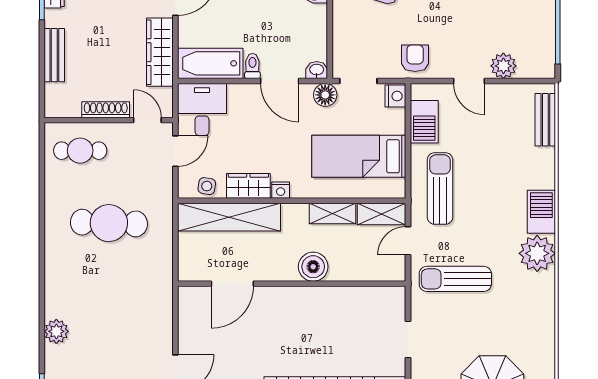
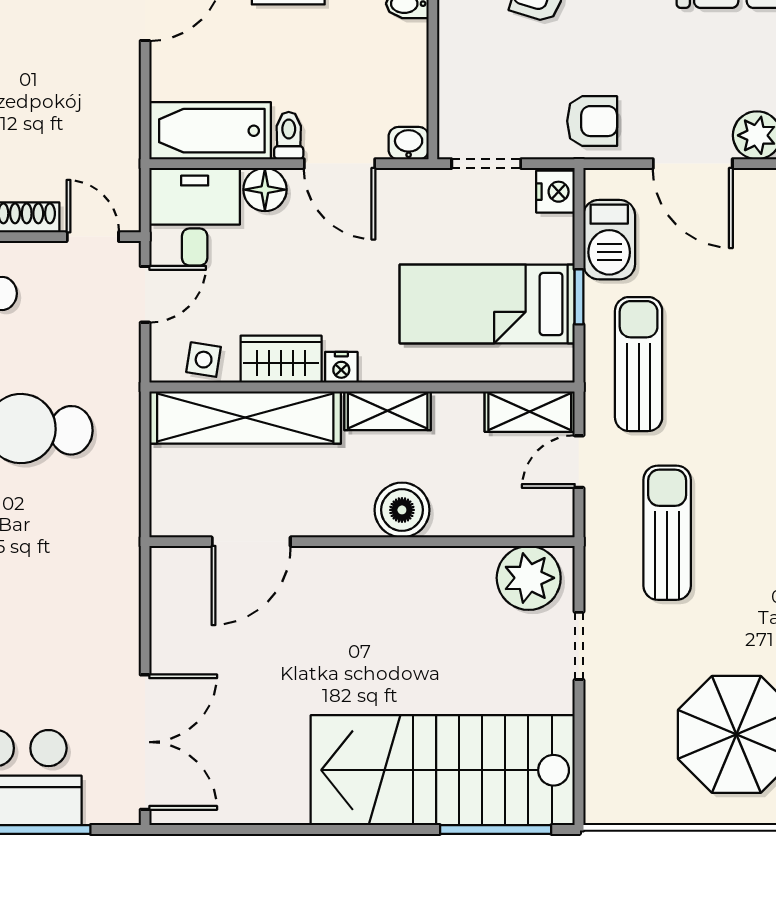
wardrobe: (160, 52) -> (116, 110), removed
armchair: (415, 58) -> (592, 121), turned 90
door: (469, 81) -> (693, 164), width x1.38
floor lamp: (325, 95) -> (265, 190), moved
window: (408, 152) -> (579, 297), added
shelving: (333, 213) -> (388, 411), moved
sun lounger: (455, 279) -> (667, 533), turned 90
plant: (381, 303) -> (529, 578), added

